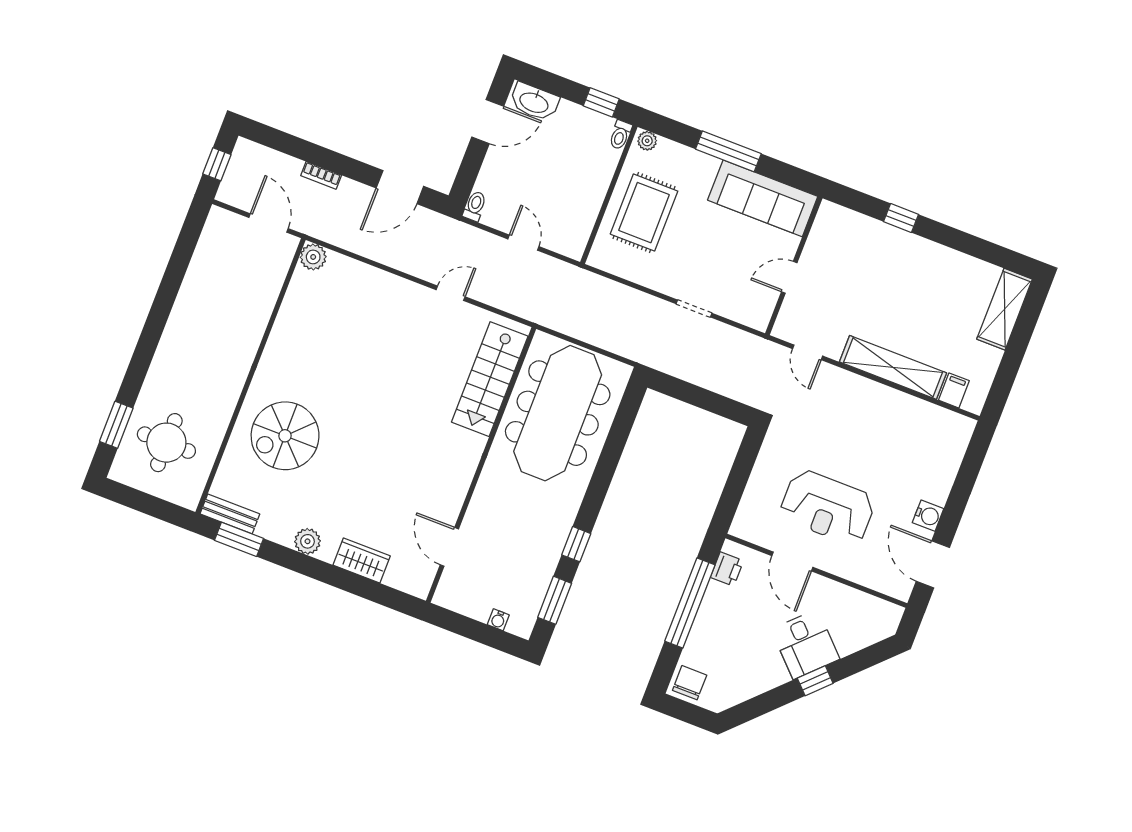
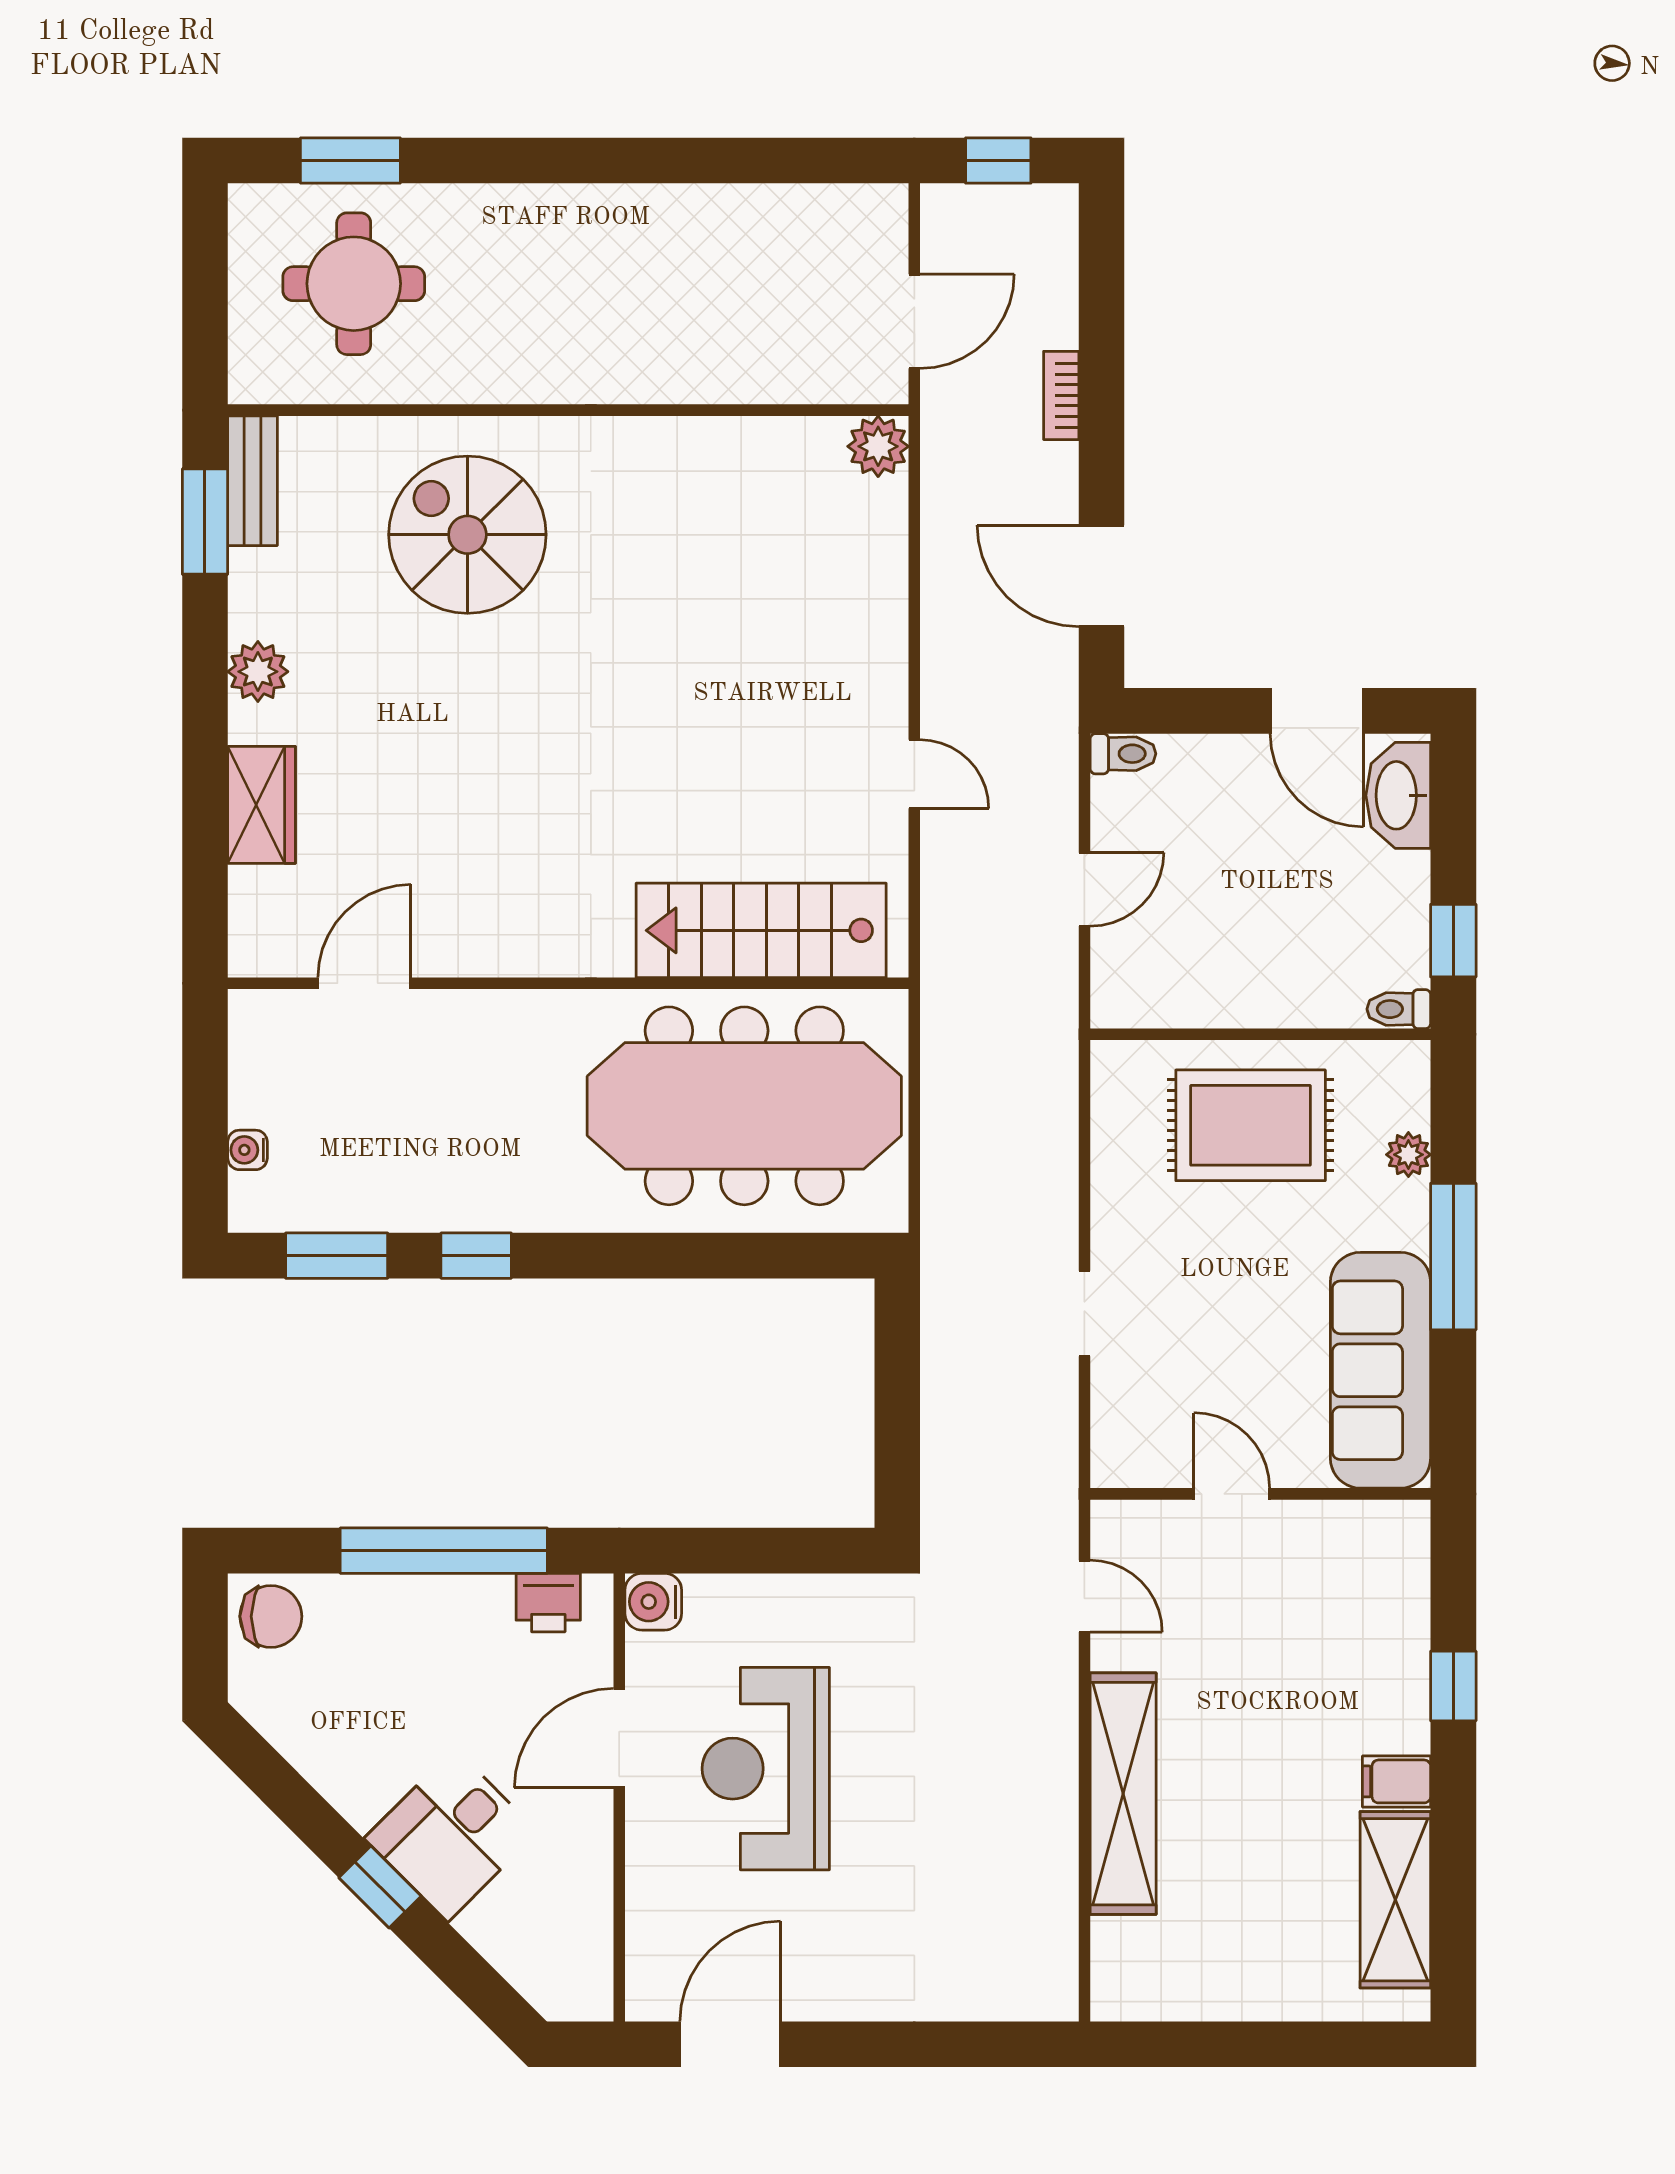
plant: (647, 141) -> (1408, 1155), moved
shelving: (1005, 309) -> (1395, 1900), moved, turned 90
door: (808, 352) -> (1084, 1596), swing flipped
filing cabinet: (954, 390) -> (1397, 1781), moved, turned 180
water cooler: (928, 516) -> (653, 1602), moved, turned 90

